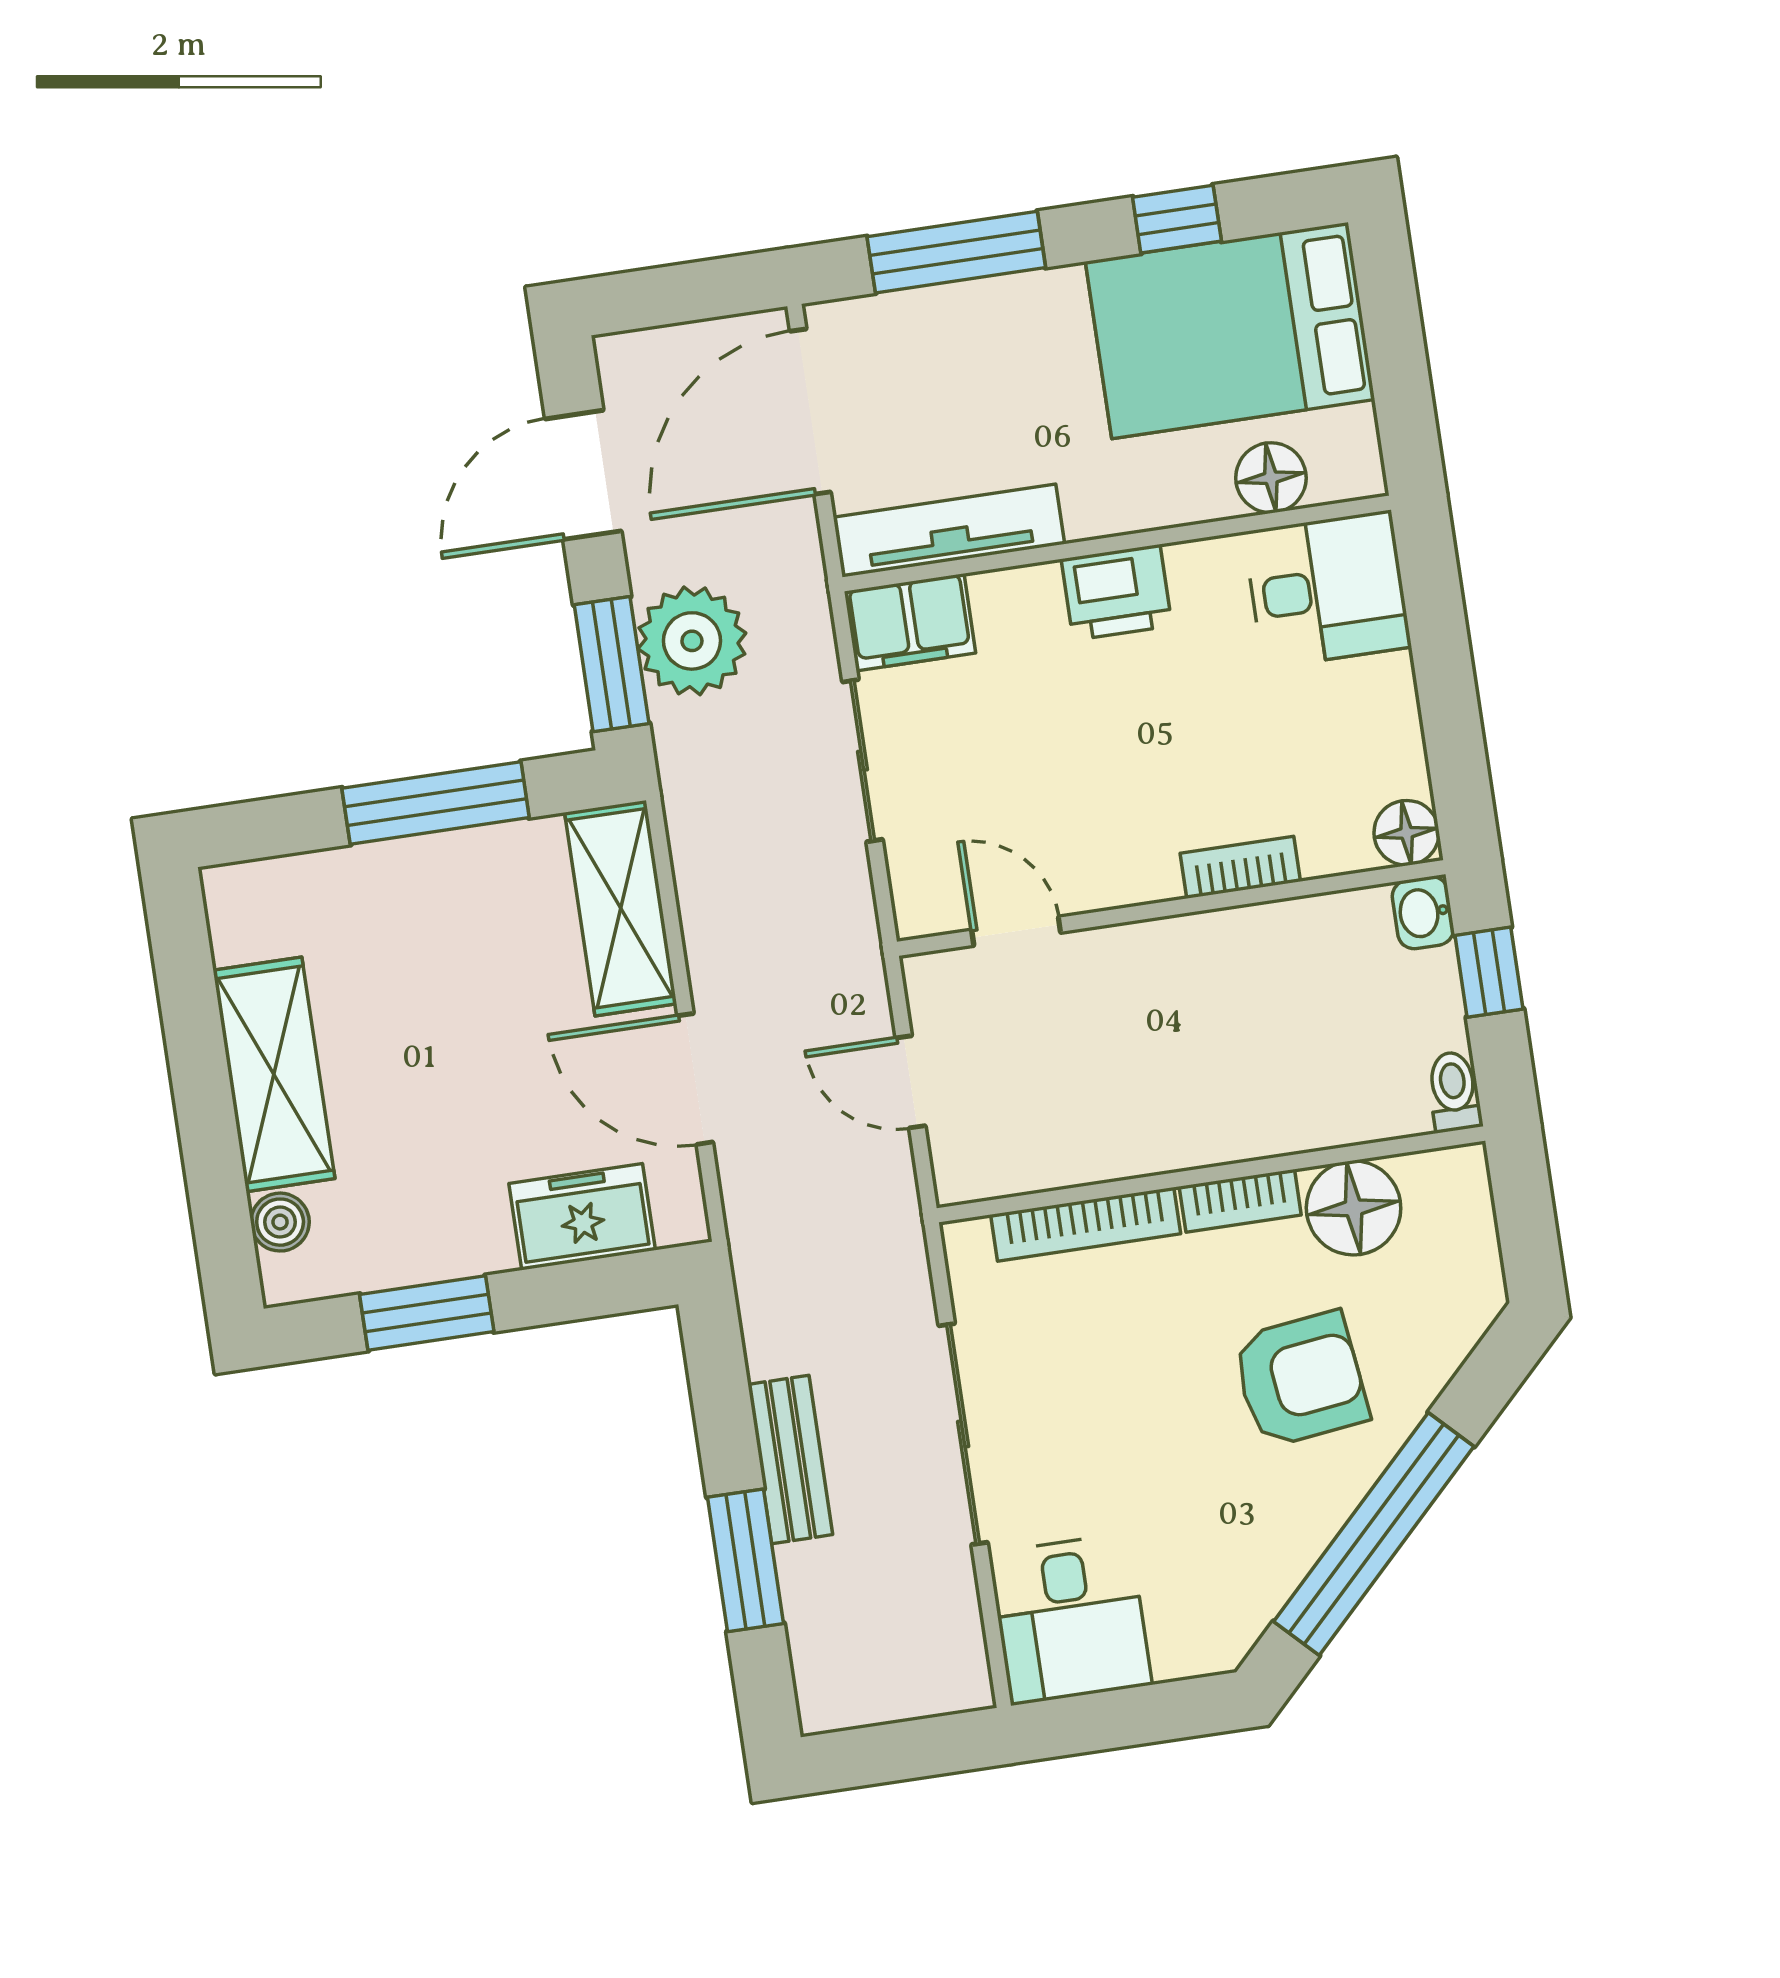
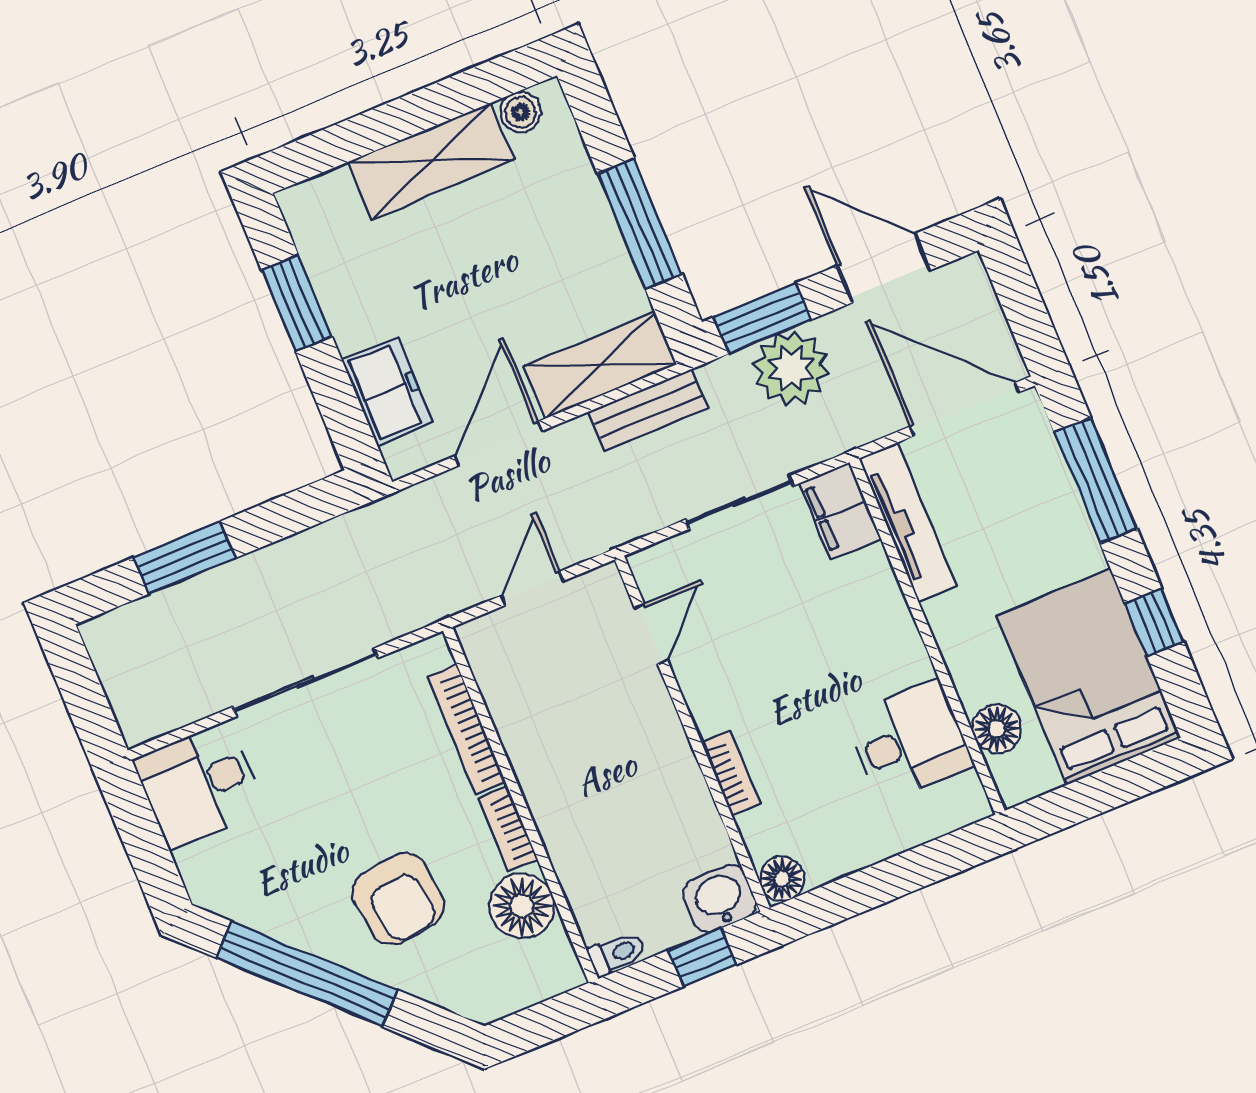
desk: (1327, 589) -> (909, 741), moved, turned -90
printer: (1117, 592) -> (894, 645), removed
washbasin: (1423, 913) -> (719, 899), width x1.38, depth x1.45
boiler: (280, 1222) -> (520, 112), moved
bench: (790, 1460) -> (648, 410), moved

